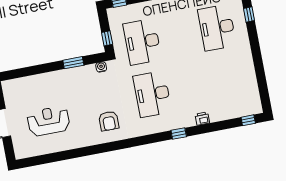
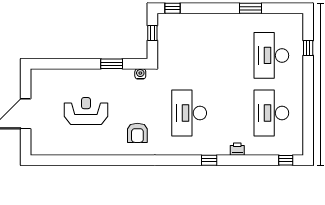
window: (107, 38) -> (152, 33), moved
desk: (142, 42) -> (271, 113), moved
reception desk: (49, 121) -> (86, 111), moved

